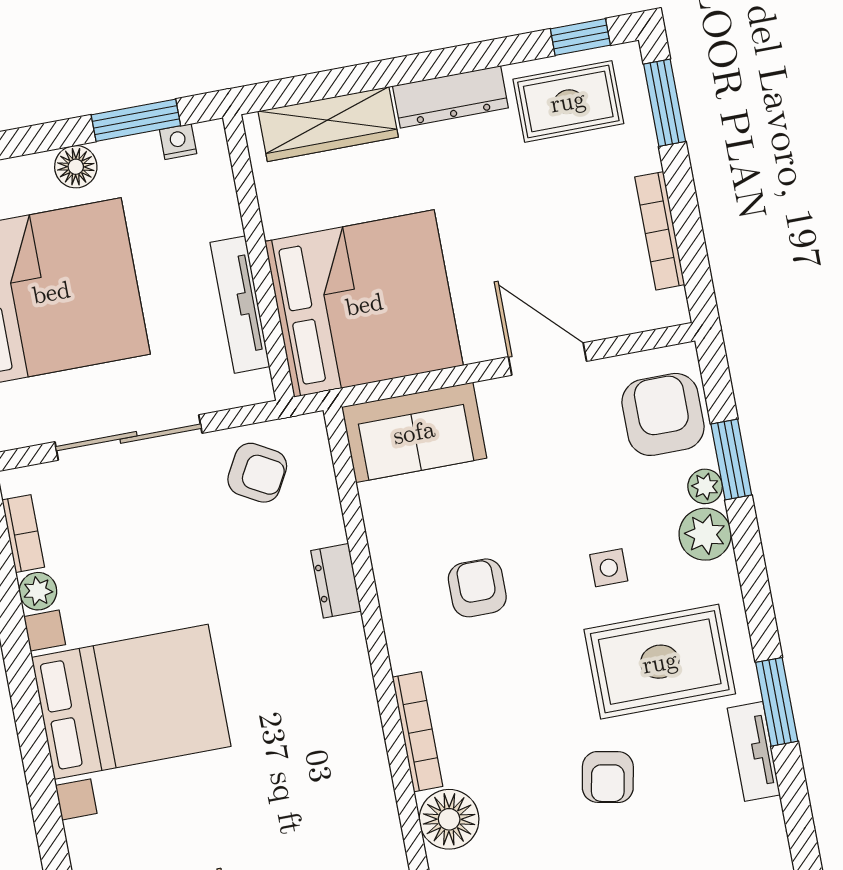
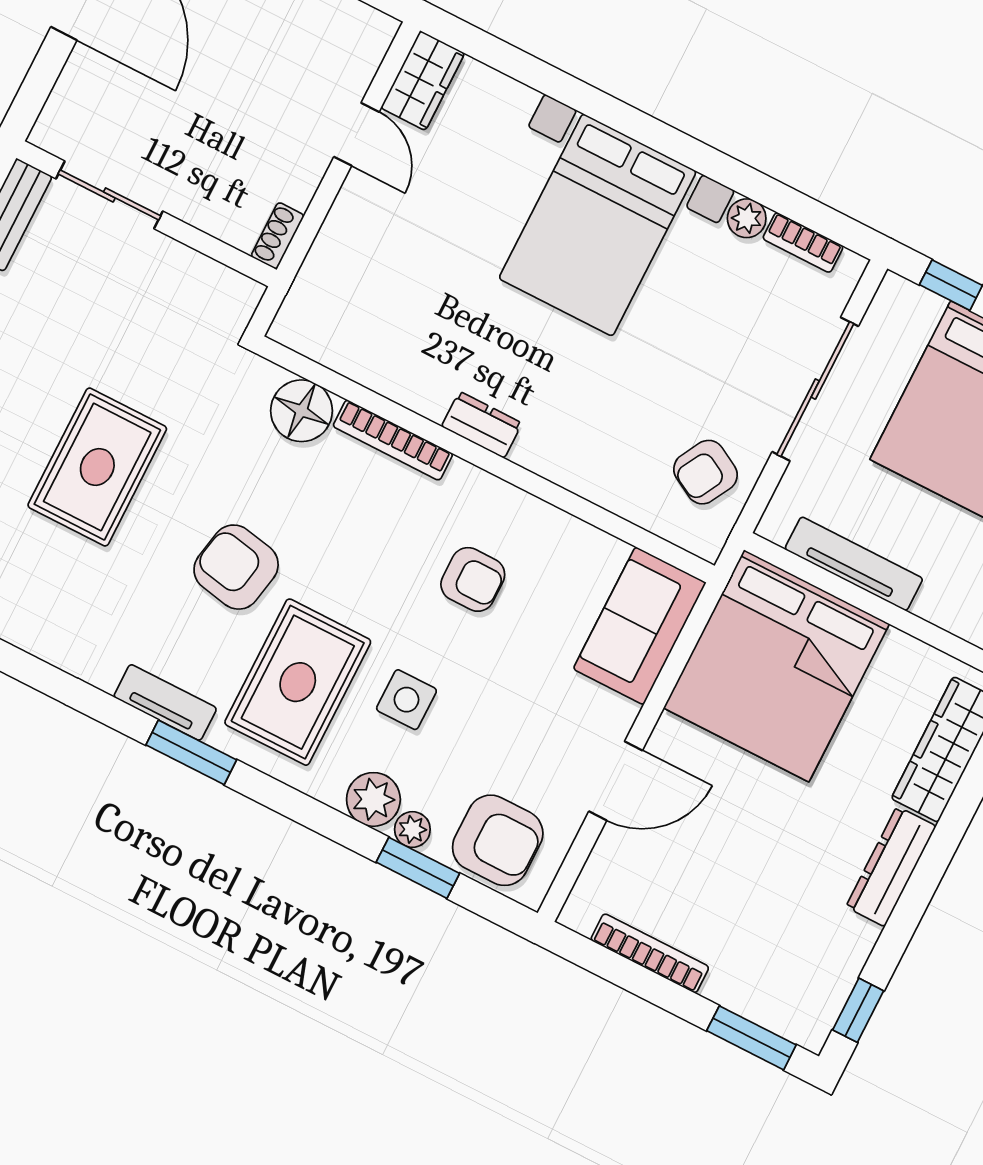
rug: (568, 101) -> (813, 960), removed
side table: (609, 568) -> (406, 700), width x1.37, depth x1.37
dresser: (336, 581) -> (482, 425), moved
armchair: (608, 777) -> (236, 567), width x1.38, depth x1.38

